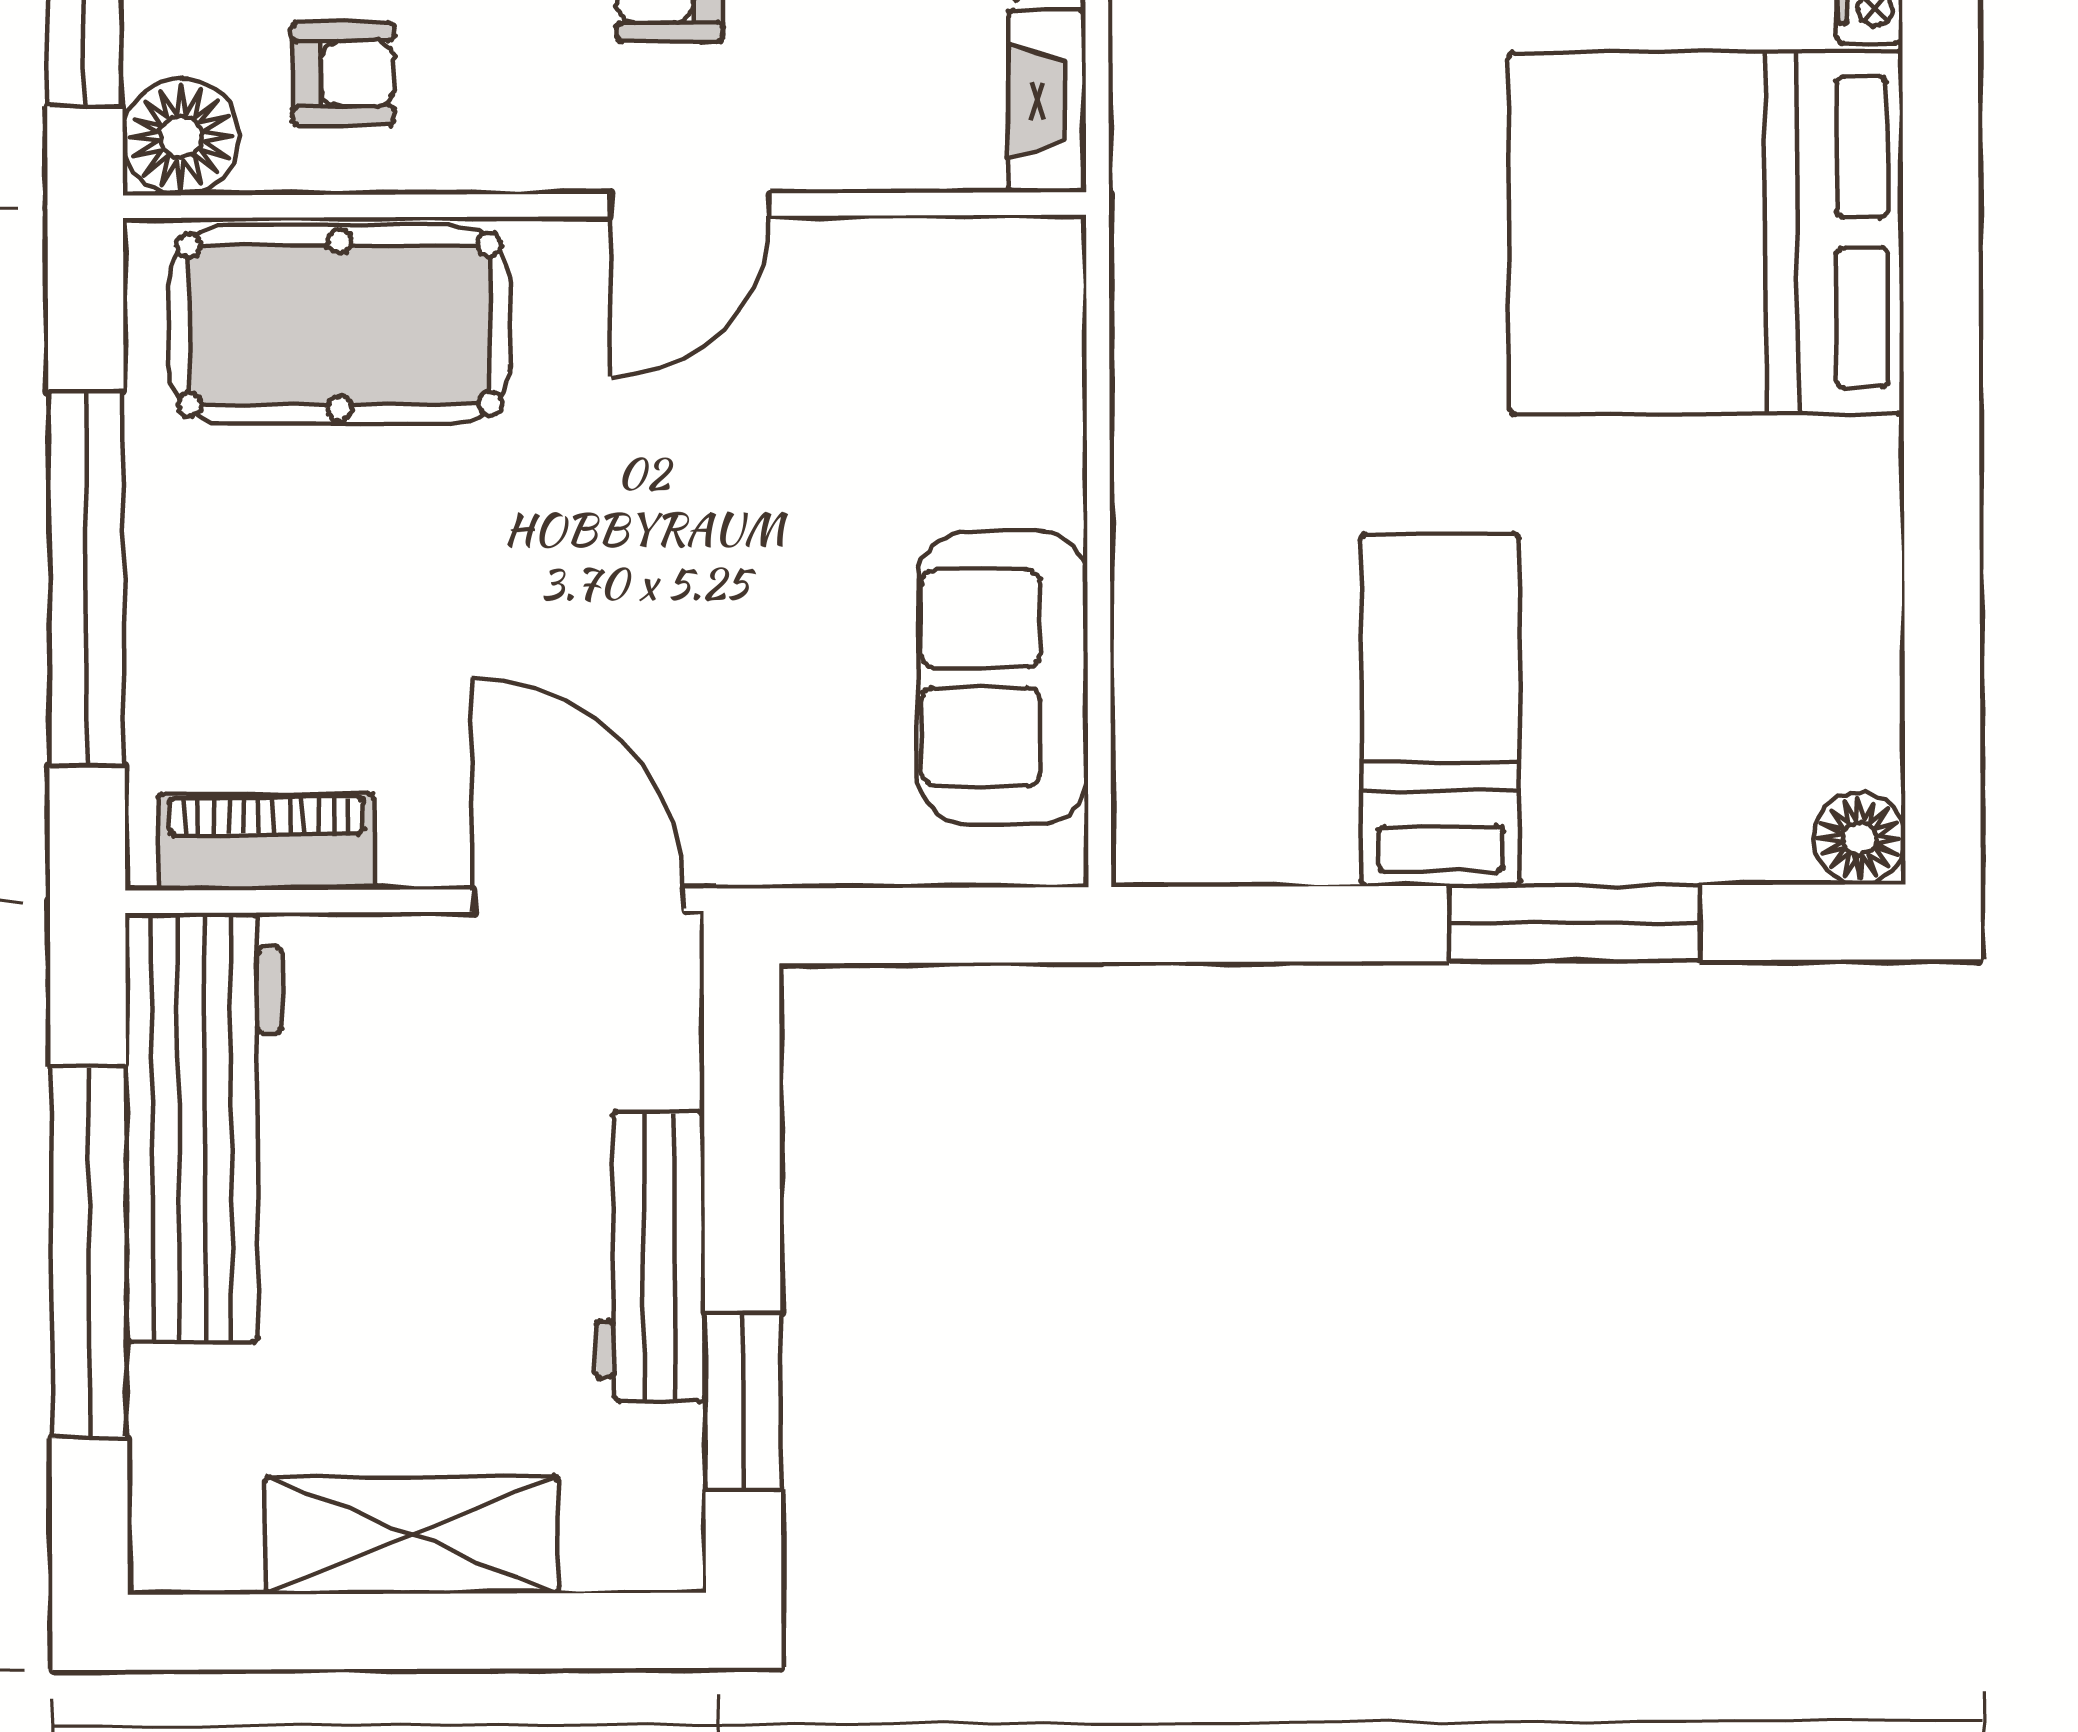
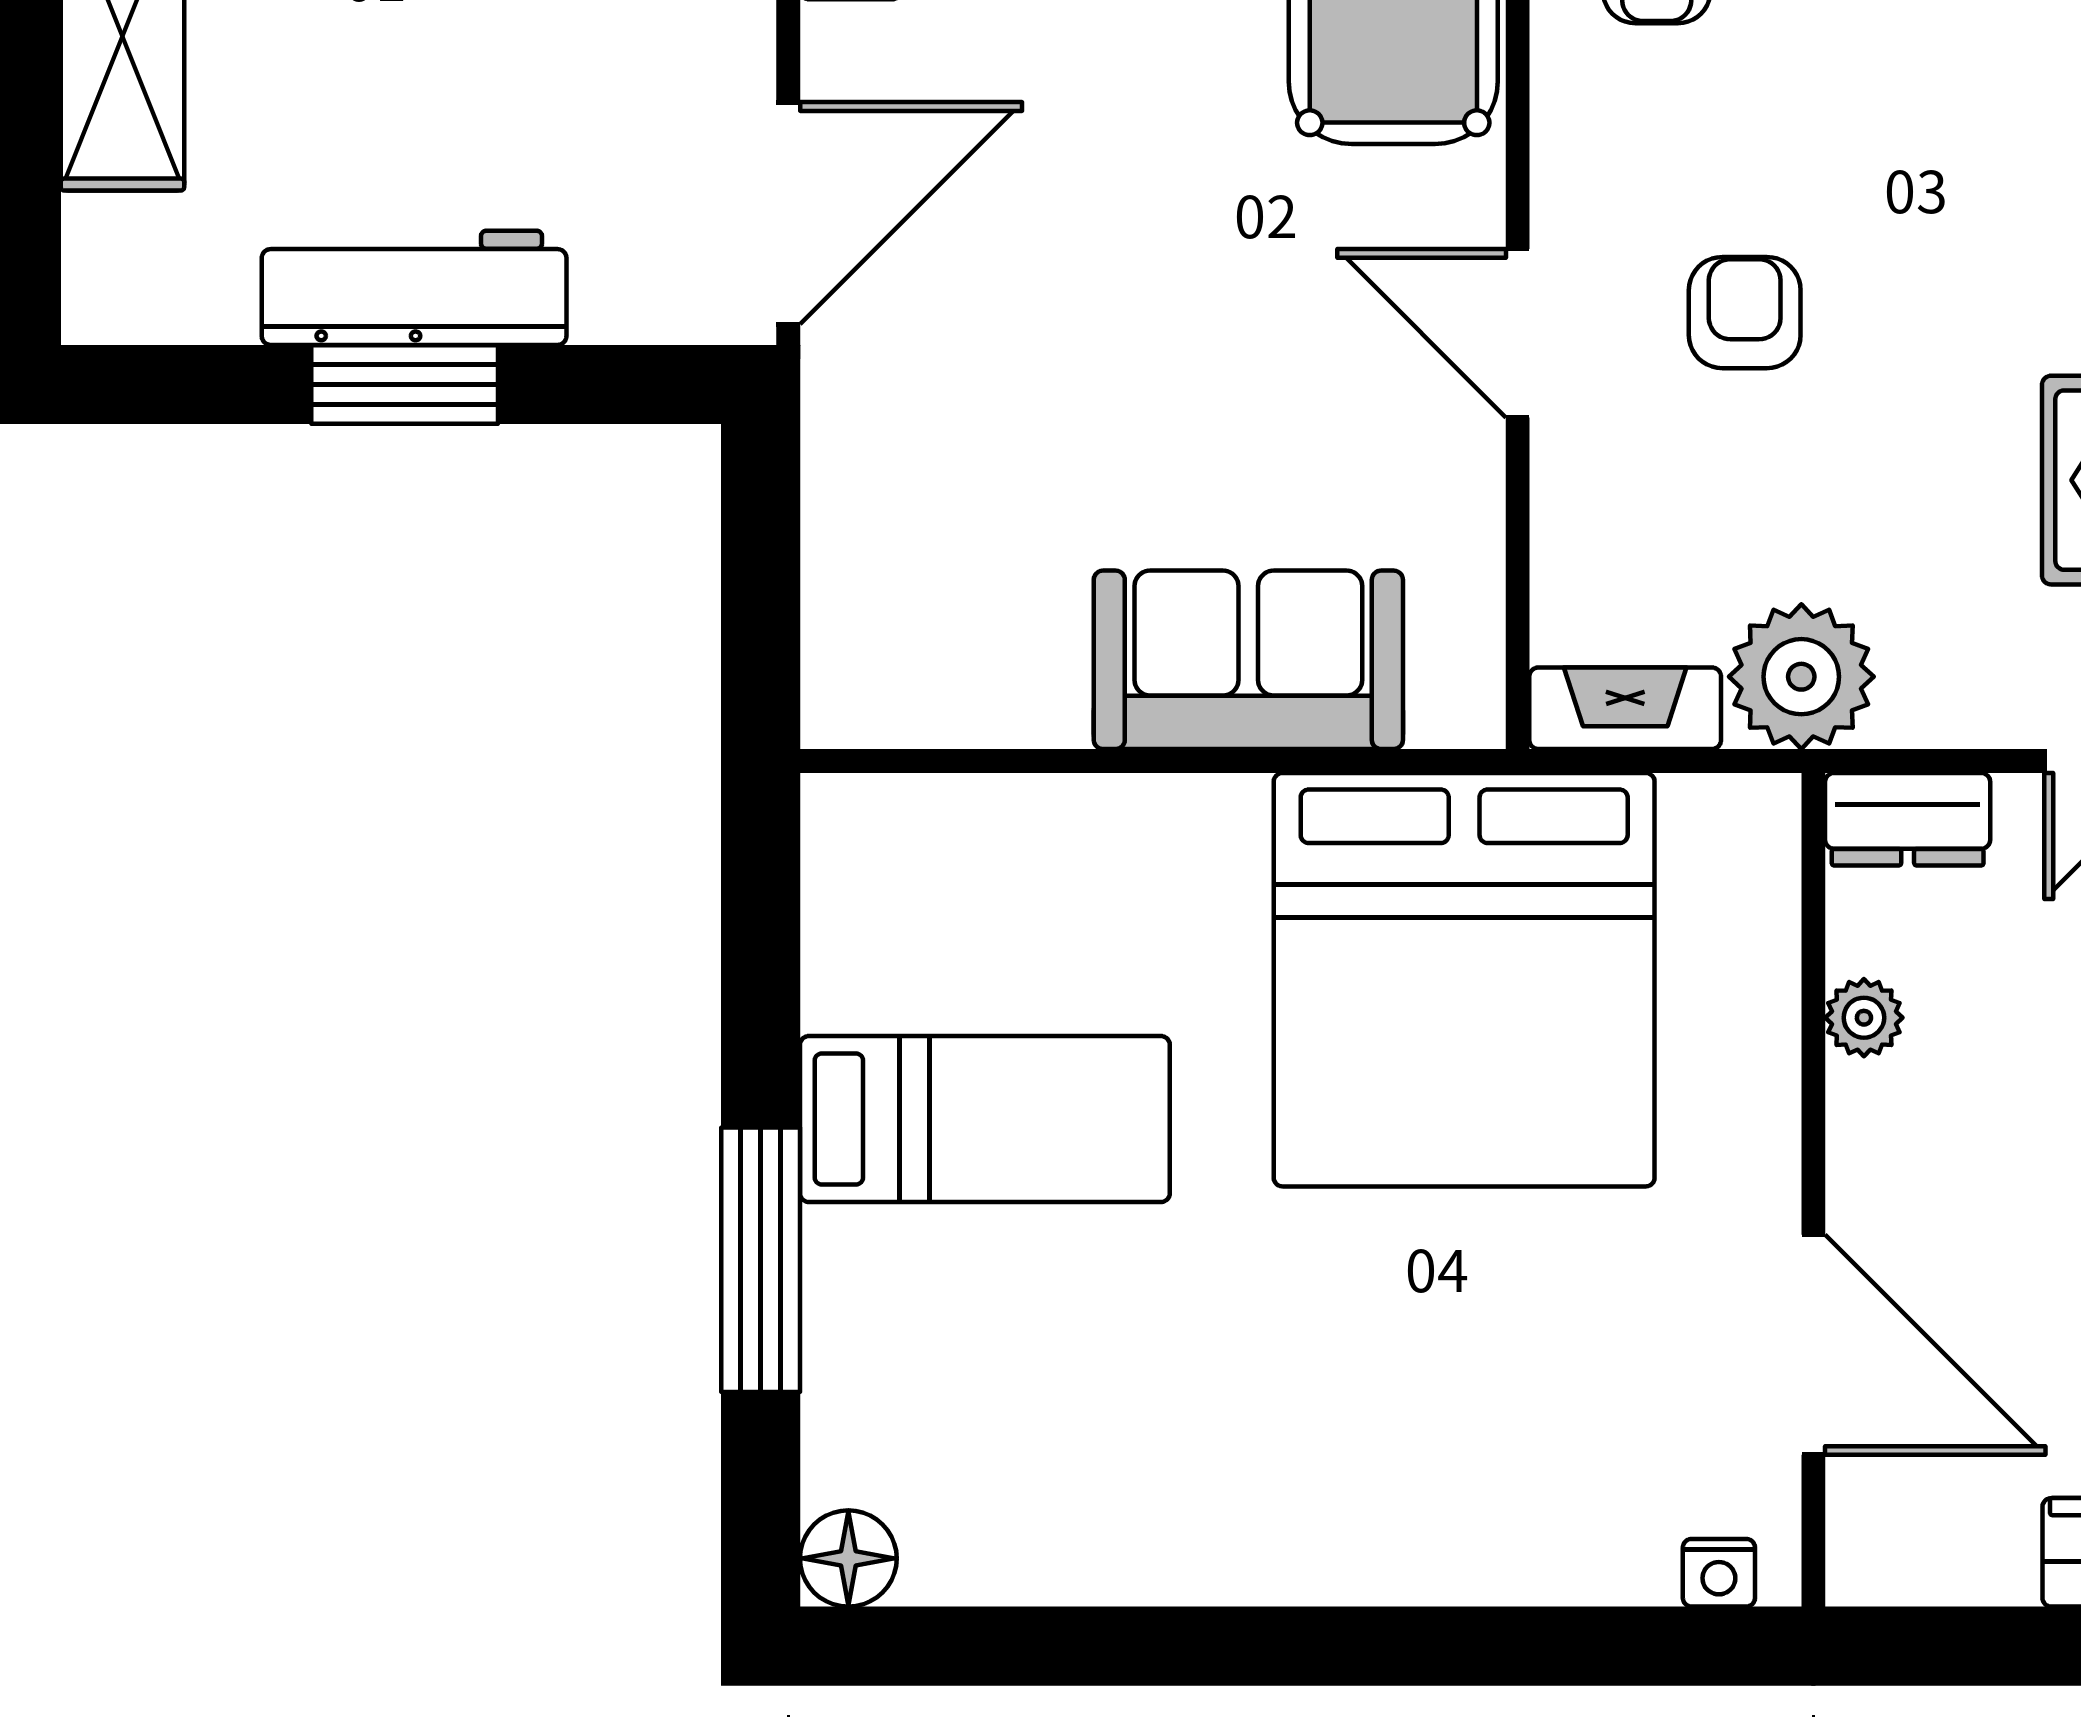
bed: (1706, 233) -> (1464, 980), moved, turned 180
sofa: (1003, 678) -> (1248, 660), moved
window: (743, 1402) -> (405, 384), moved

